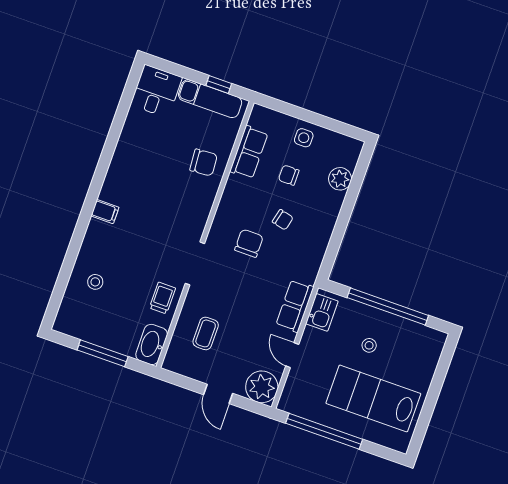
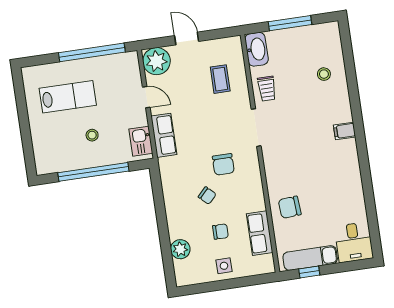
chair: (283, 220) -> (207, 196), turned -150
lab bench: (373, 398) -> (68, 97), width x0.73, depth x0.72

